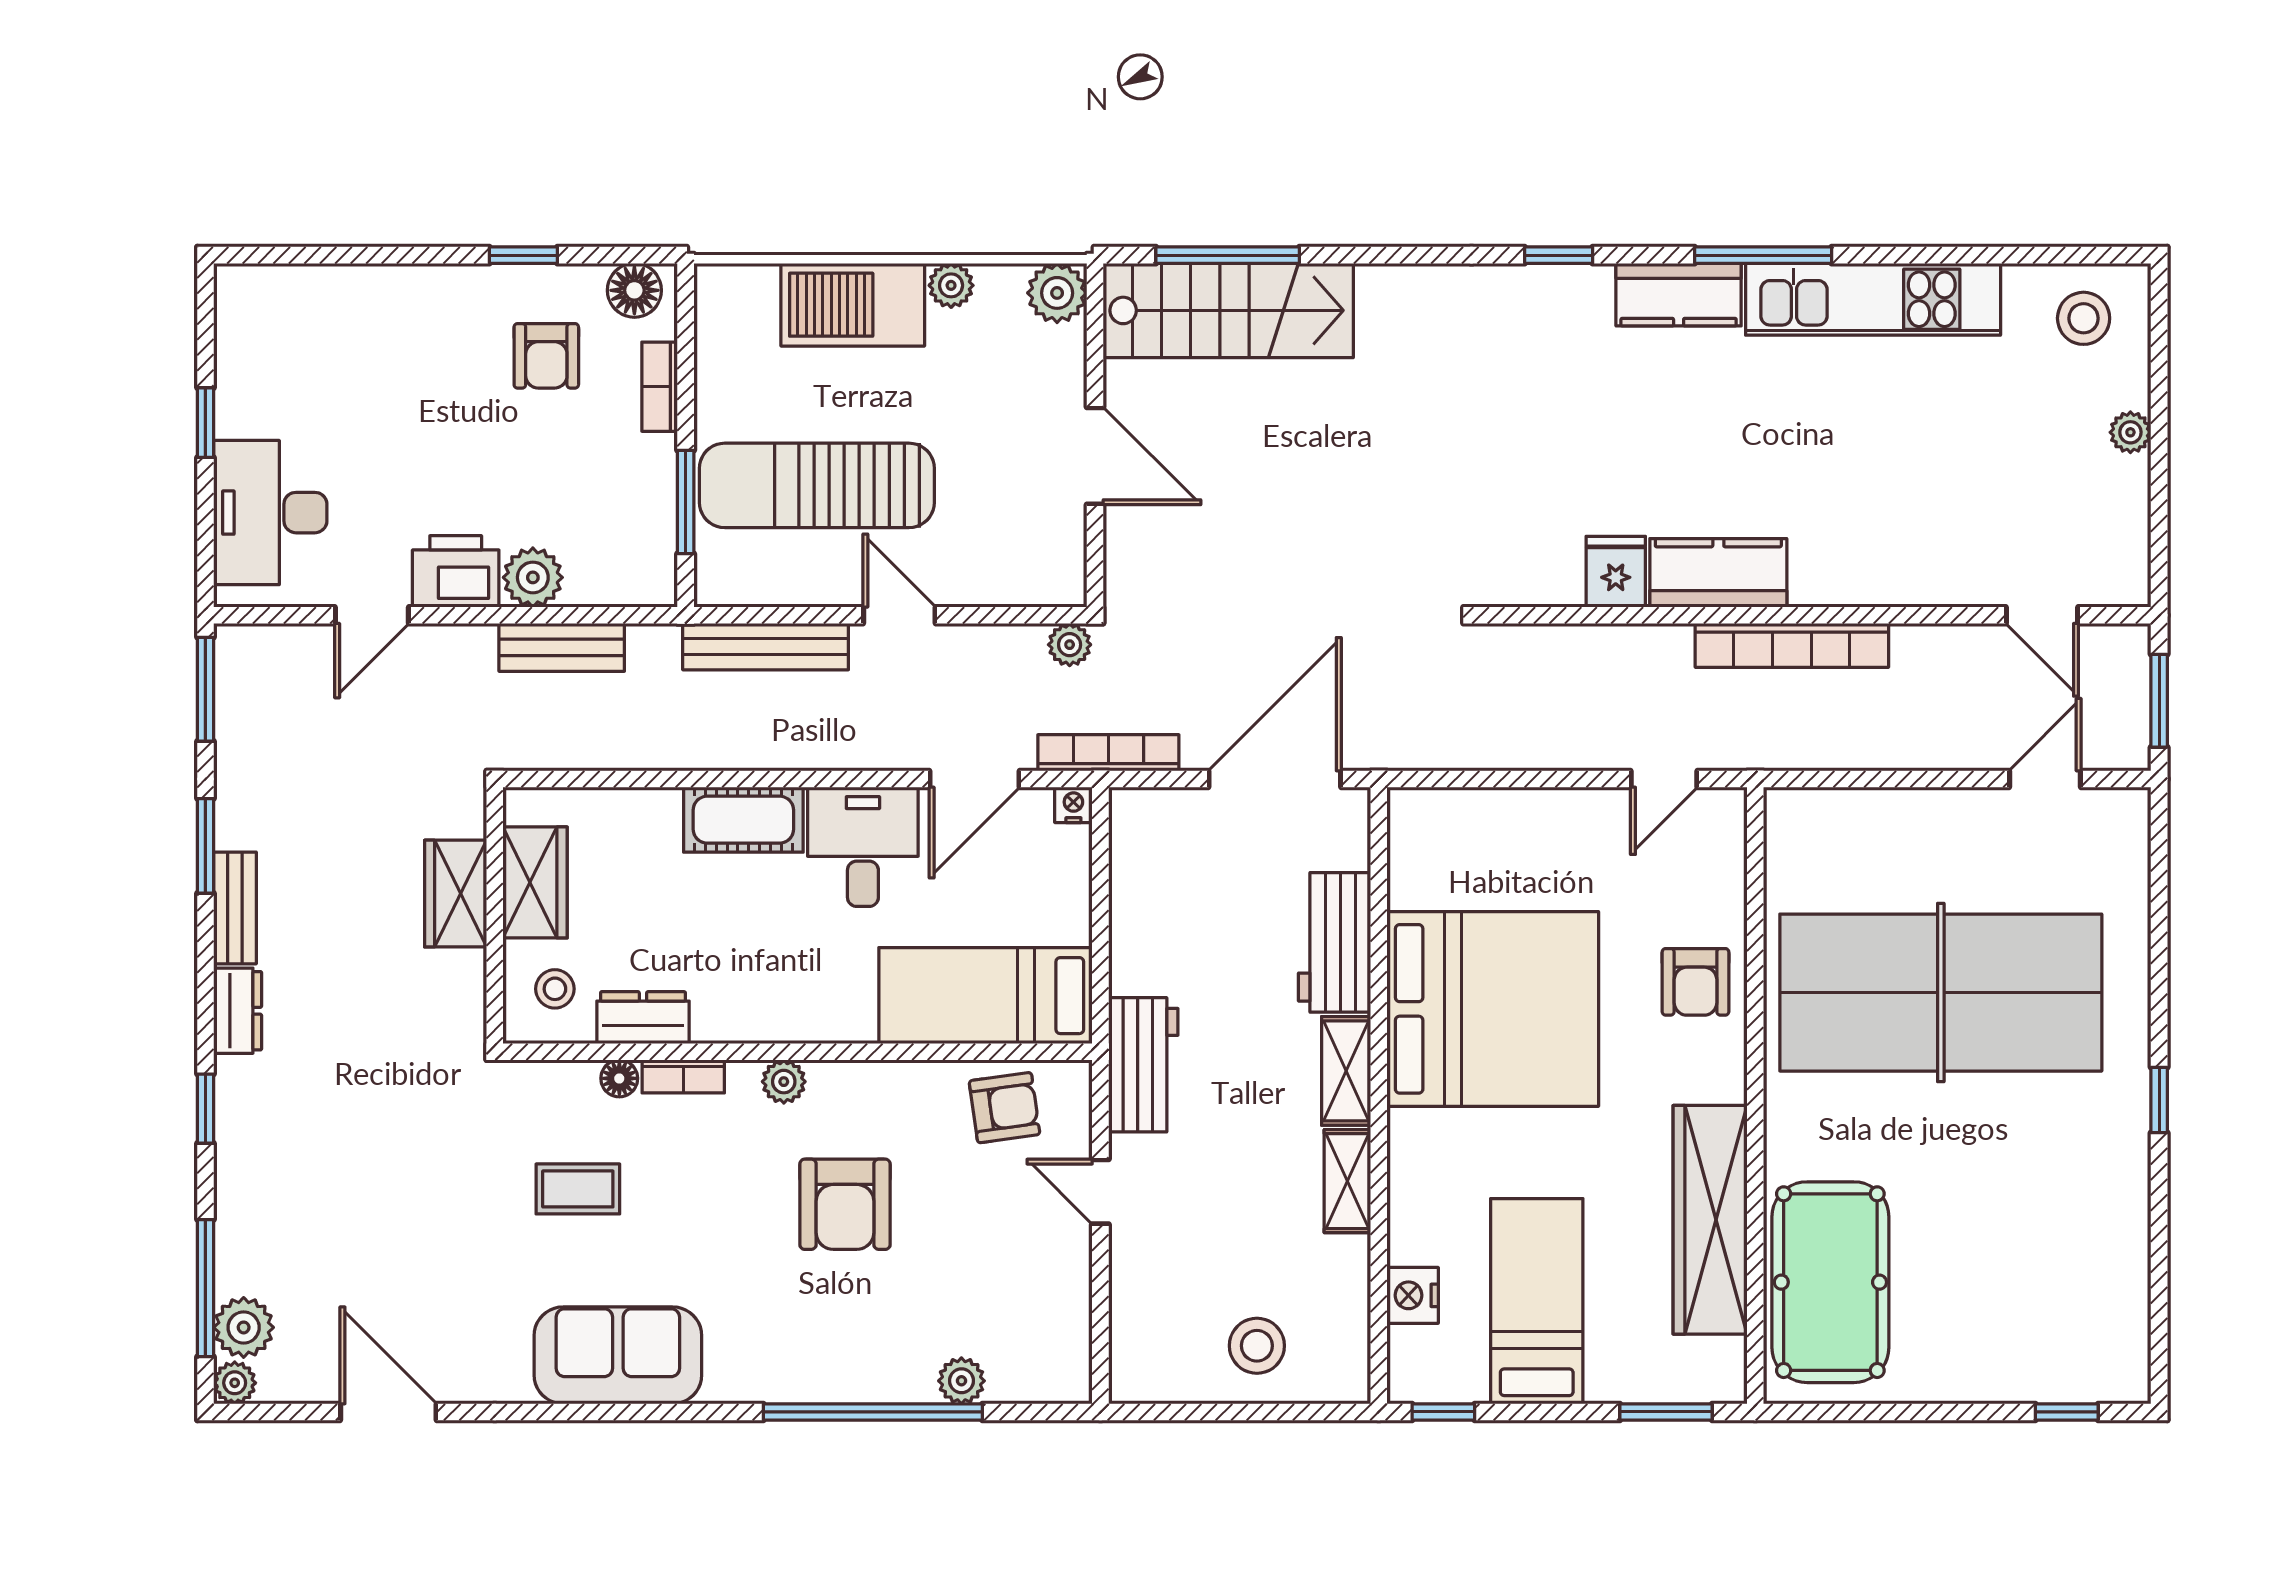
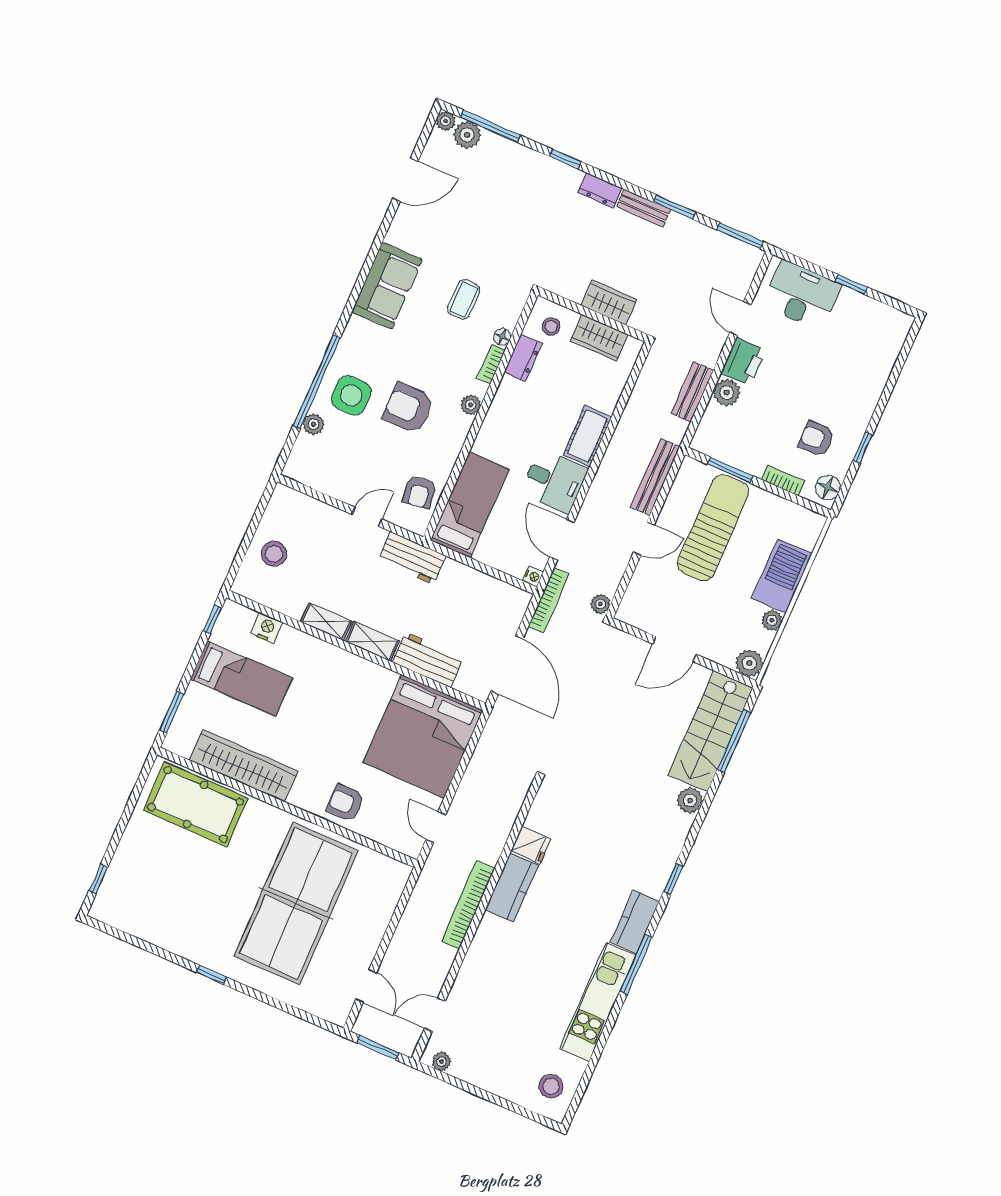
plant: (1386, 291) -> (690, 800), added
plant: (2130, 432) -> (441, 1061), moved
bed: (1493, 1009) -> (423, 736), moved
side table: (870, 1330) -> (351, 395), added

